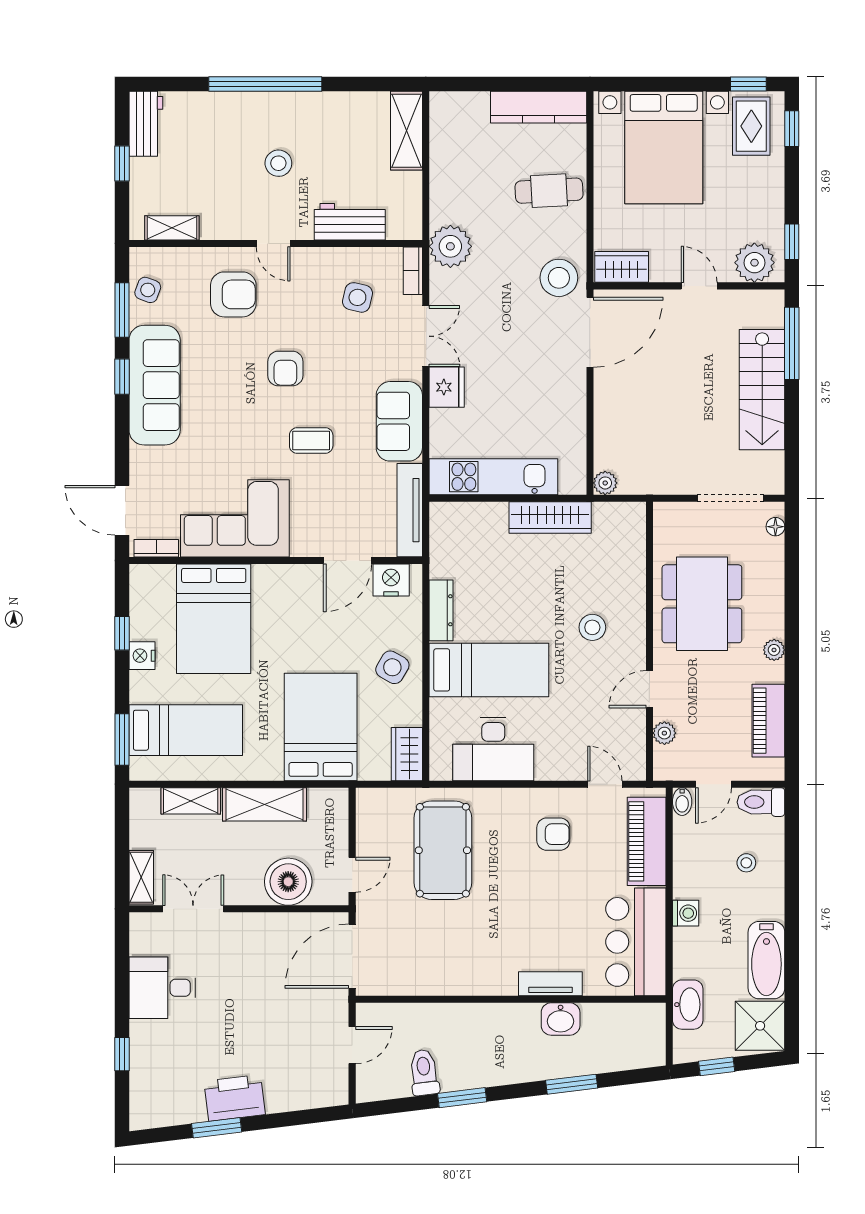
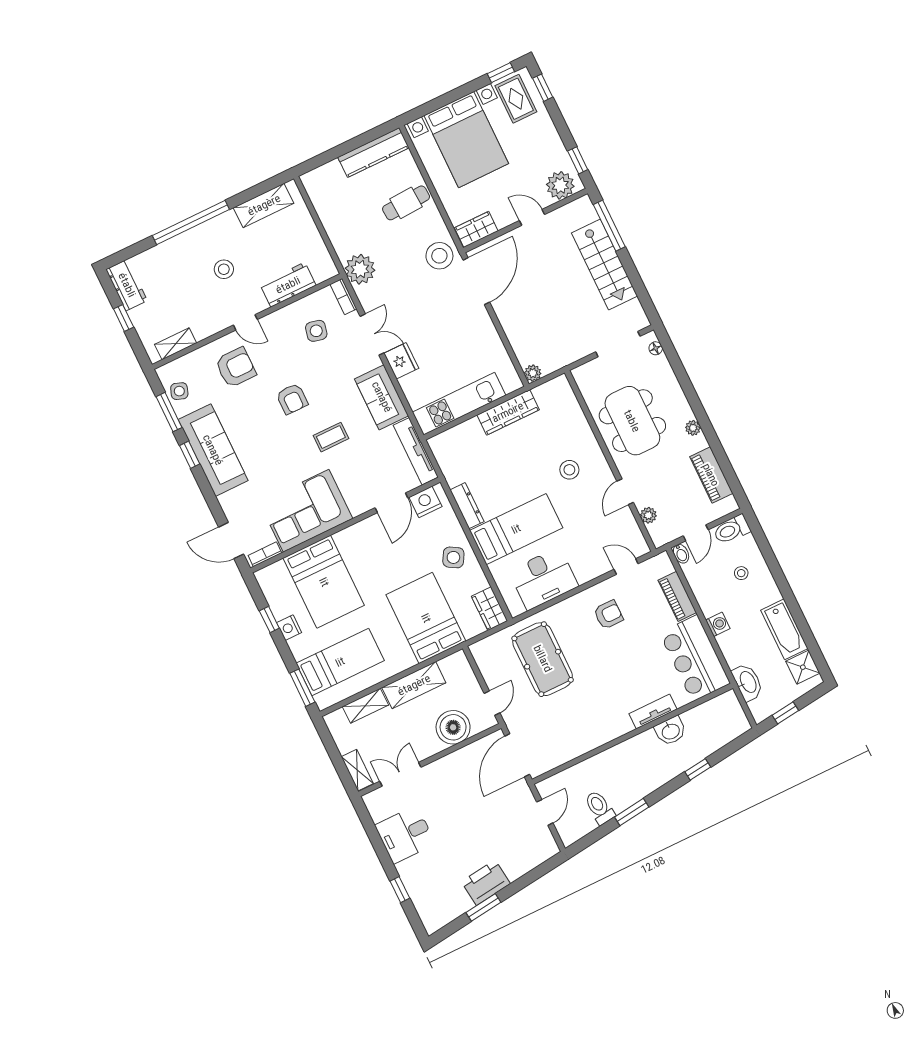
shelving: (407, 131) -> (264, 205), moved, turned 90
piano: (647, 841) -> (677, 596), width x0.73, depth x0.75
shower: (760, 1026) -> (803, 667), width x0.73, depth x0.73
window: (572, 1084) -> (698, 769), width x0.67

